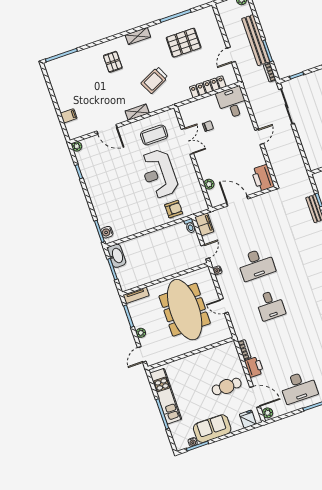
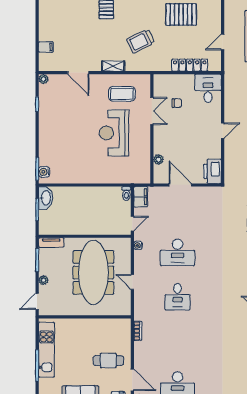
armchair: (174, 209) -> (116, 172), removed
printer: (254, 367) -> (141, 351), removed

